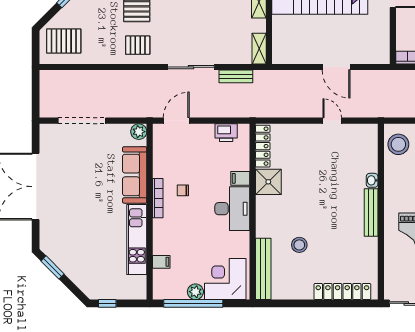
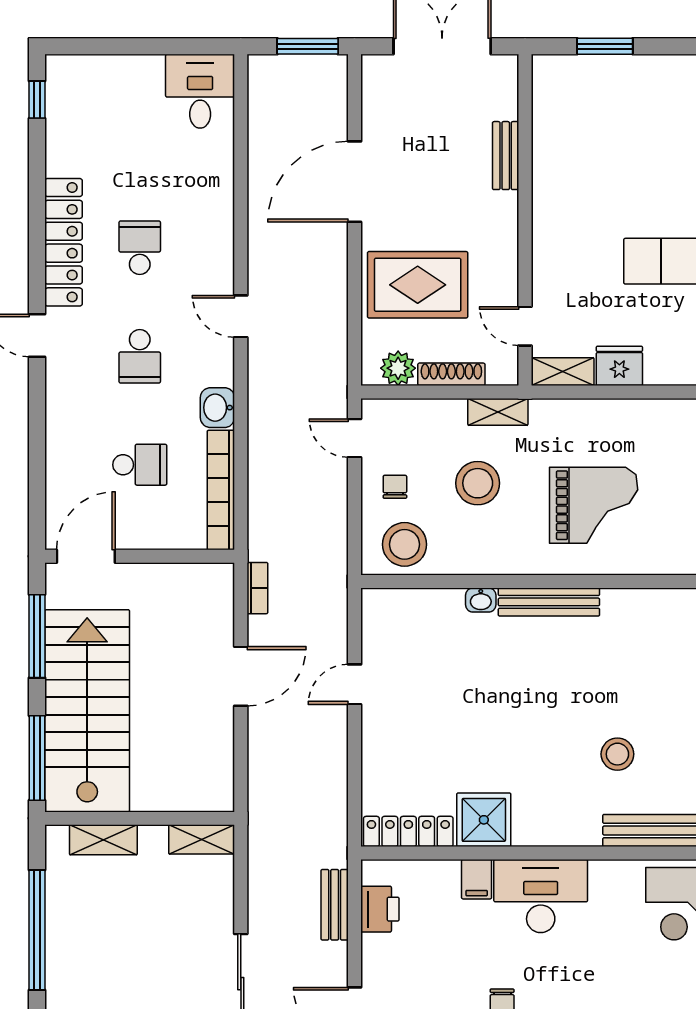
bookcase: (378, 75) -> (257, 588), added
bench: (236, 76) -> (335, 905), moved

